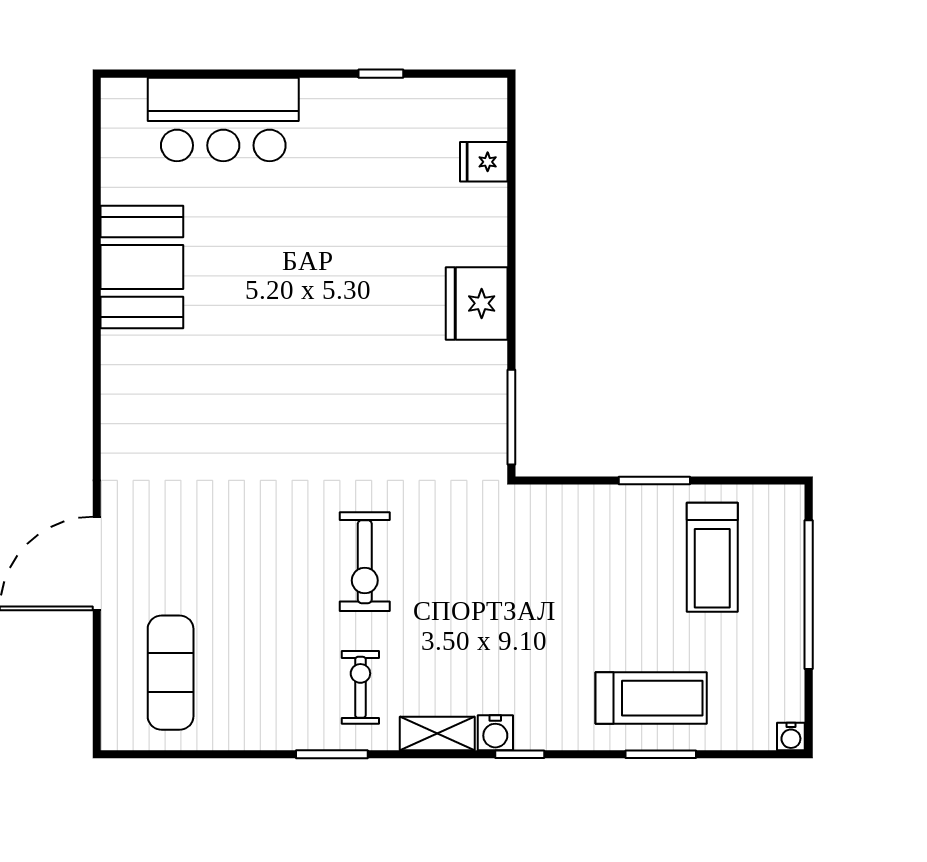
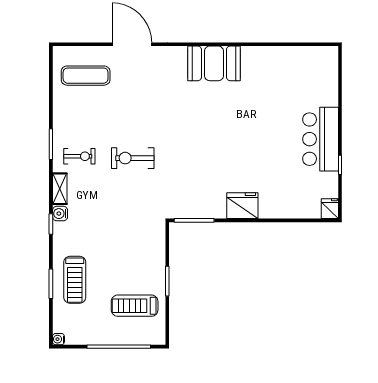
bar counter: (223, 119) -> (321, 139), moved
fridge: (484, 162) -> (330, 209), moved
booth: (142, 267) -> (214, 63), moved

